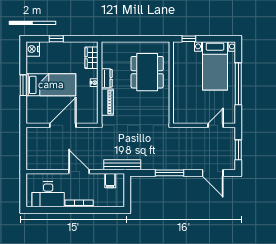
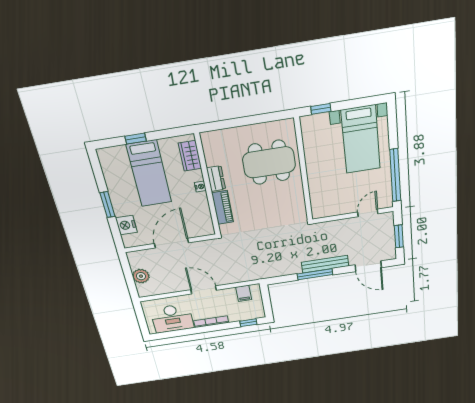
nightstand: (33, 49) -> (126, 225), moved
dining table: (147, 72) -> (269, 162), turned 90
window: (238, 84) -> (395, 175), moved
bed: (51, 85) -> (149, 174), moved, turned 90
plant: (33, 150) -> (141, 276), added
bench: (122, 165) -> (325, 264), moved
window: (109, 210) -> (248, 323), added

